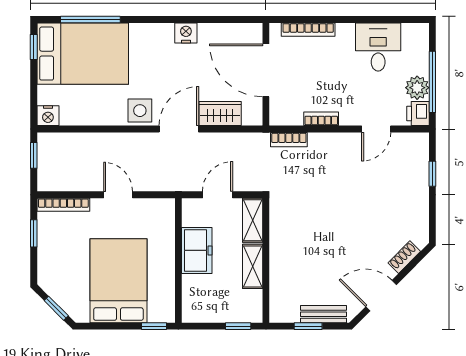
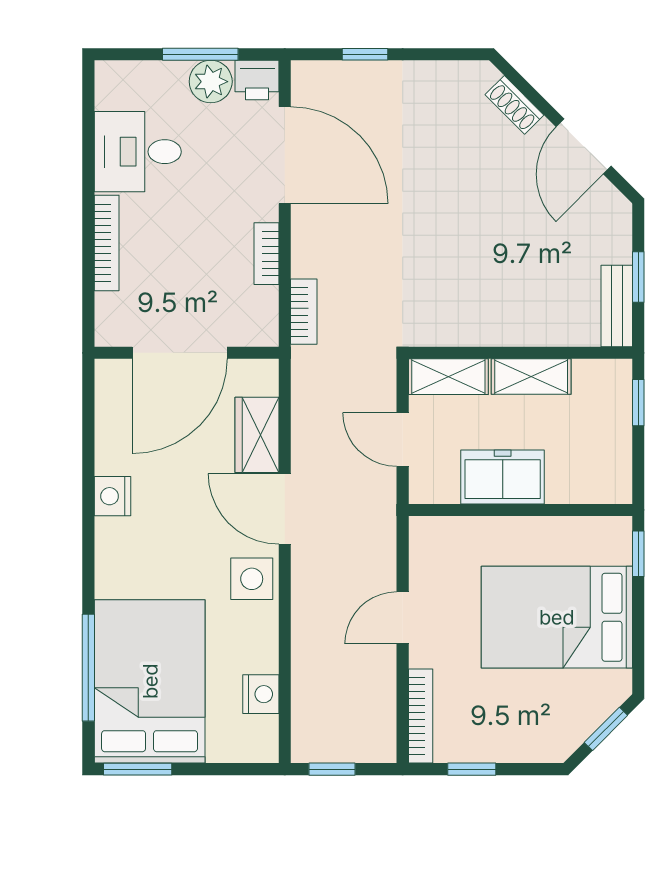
bookcase: (308, 30) -> (107, 243), moved
window: (34, 47) -> (138, 769), width x1.50
window: (432, 82) -> (200, 54), width x0.69
nightstand: (48, 116) -> (261, 694), moved
door: (376, 129) -> (285, 155), width x1.88
bench: (324, 314) -> (617, 306), moved

